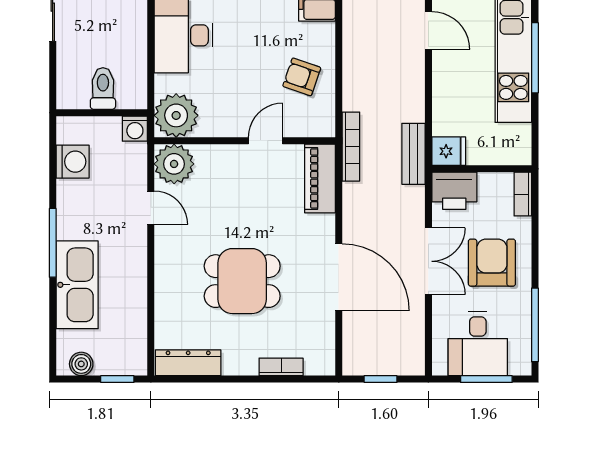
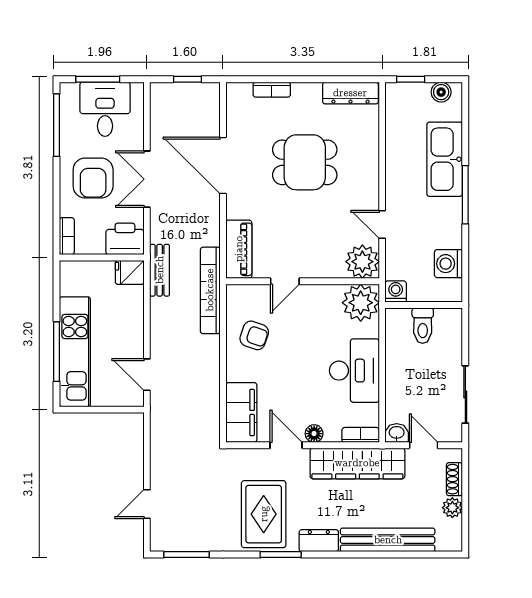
bookcase: (351, 147) -> (210, 290), width x1.48, depth x1.31

